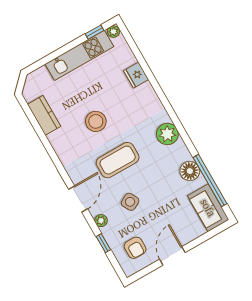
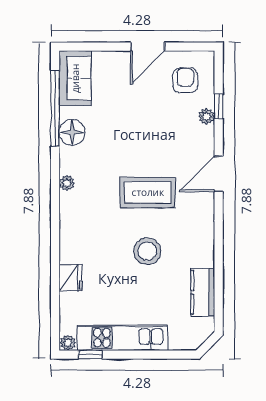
plant: (167, 134) -> (67, 183), width x0.53, depth x0.53
side table: (130, 202) -> (161, 136), removed
plant: (101, 221) -> (207, 116), moved

